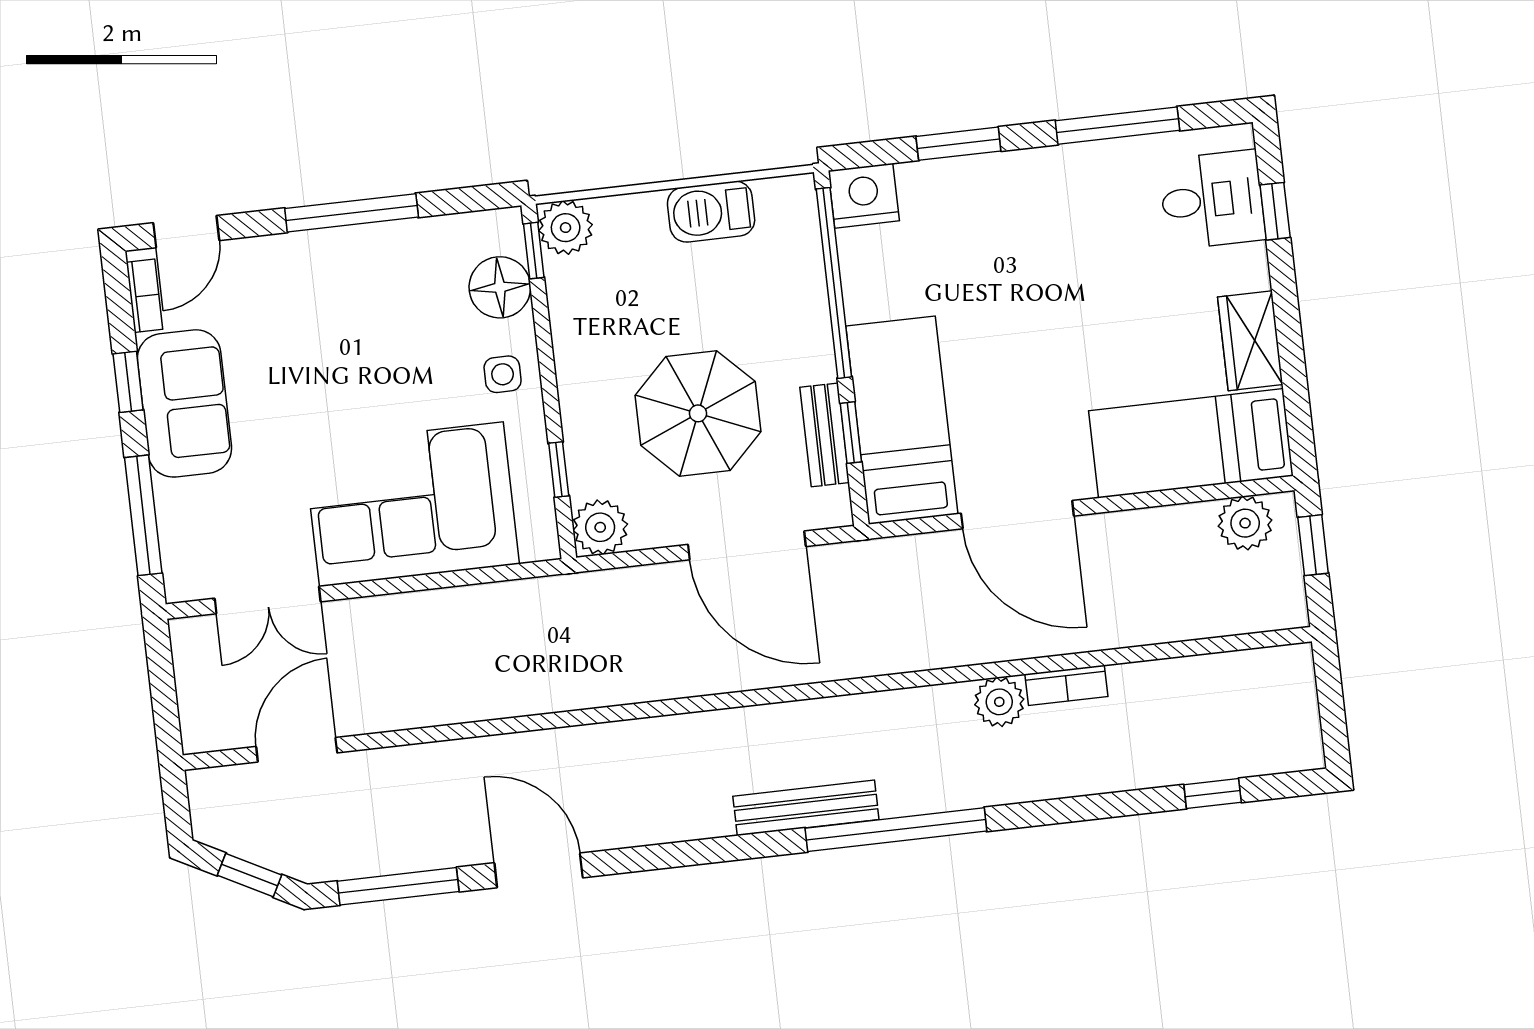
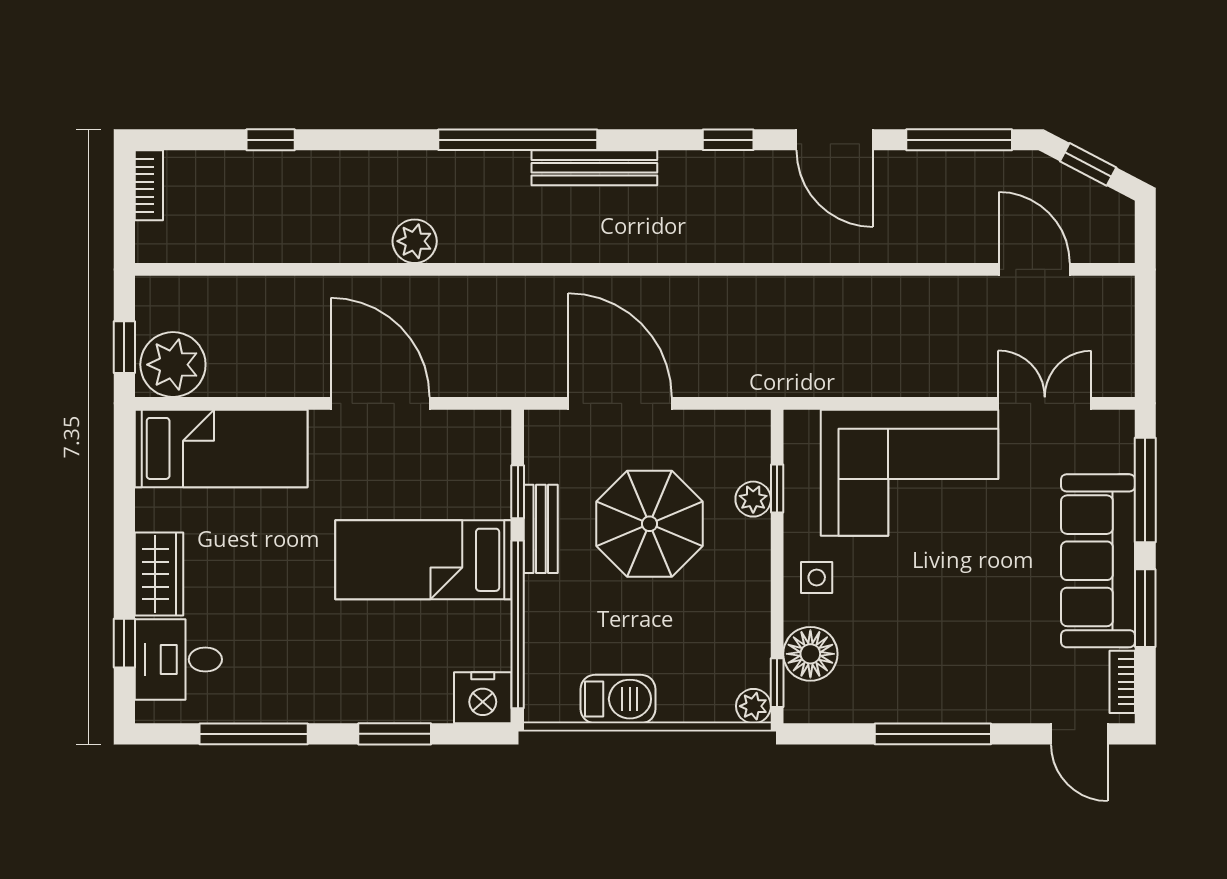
plant: (566, 228) -> (753, 706), width x0.73, depth x0.73
door: (186, 232) -> (1079, 734), swing flipped
wardrobe: (1250, 341) -> (159, 574), moved
window: (128, 382) -> (1145, 608), width x1.50
sofa: (184, 403) -> (1098, 561), width x1.36
bed: (902, 420) -> (423, 560), moved, turned 90
bench: (825, 435) -> (541, 529), moved
plant: (1245, 523) -> (173, 365), width x1.36, depth x1.36
plant: (600, 527) -> (753, 499), moved, width x0.73, depth x0.73
bookcase: (1066, 685) -> (149, 185), moved, turned 90
door: (297, 750) -> (1034, 269), swing flipped
window: (1213, 794) -> (271, 140), moved
window: (659, 857) -> (728, 140), added

